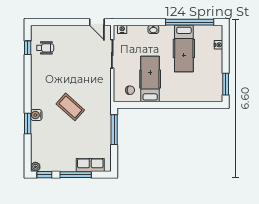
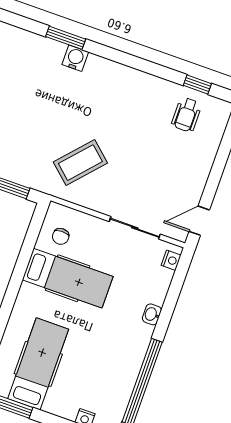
hospital bed: (184, 49) -> (38, 364), moved, turned 90
coffee table: (70, 107) -> (80, 163), moved

